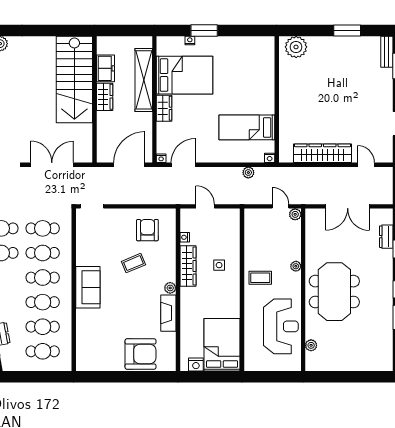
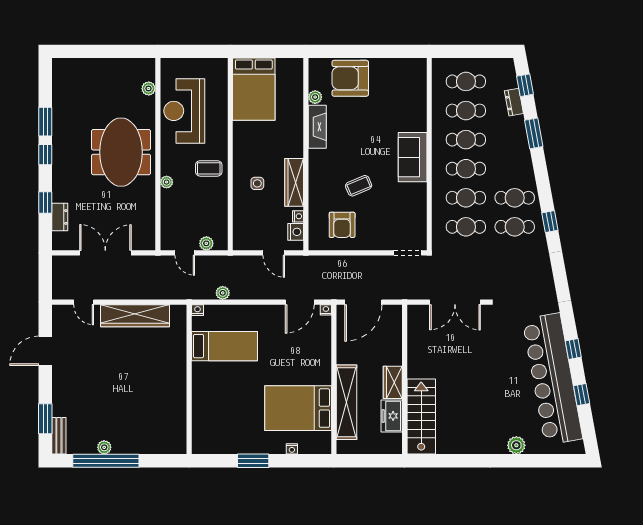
window: (204, 30) -> (253, 461), moved
window: (347, 30) -> (106, 461), width x2.11
plant: (296, 47) -> (104, 447), moved, width x0.53, depth x0.53
stairs: (74, 79) -> (421, 417), width x0.73, depth x0.66
wardrobe: (164, 108) -> (322, 369), removed
plant: (295, 214) -> (206, 243), moved
plant: (170, 288) -> (315, 97), moved
nightstand: (196, 365) -> (296, 232), moved, turned 90

